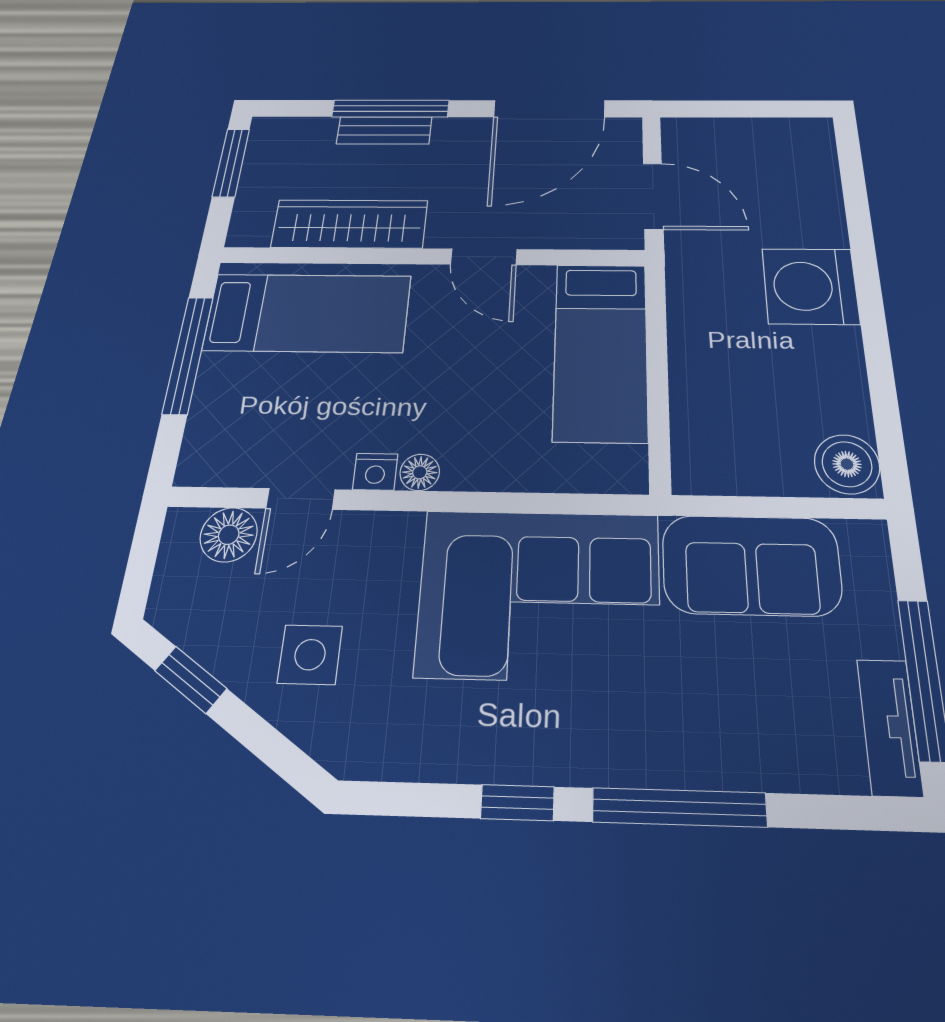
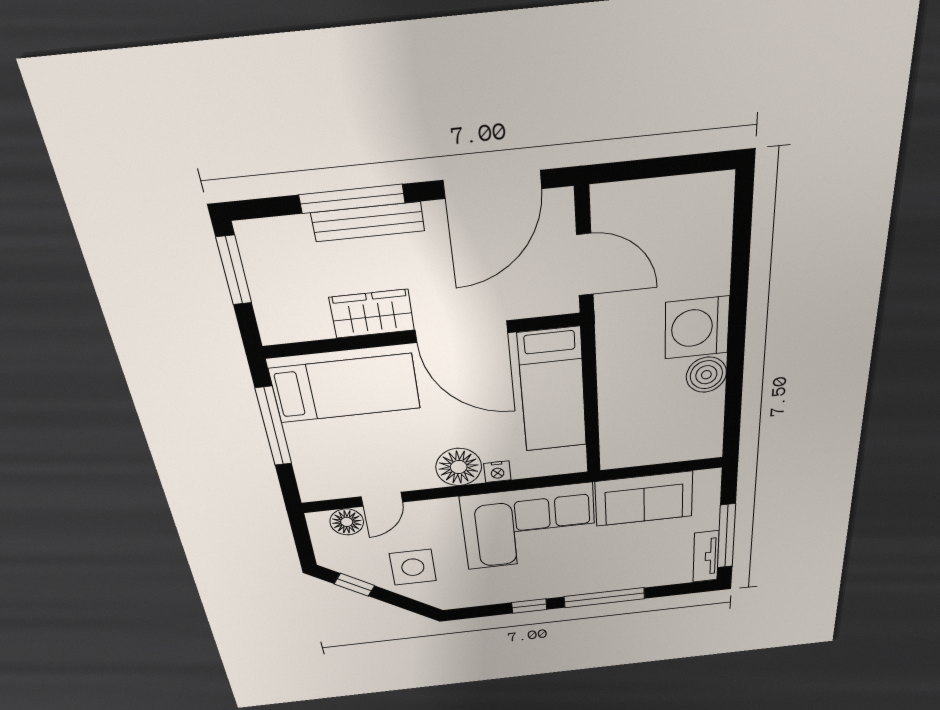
bench: (384, 130) -> (368, 222), width x1.36
wardrobe: (350, 224) -> (372, 314), width x0.67
door: (484, 257) -> (462, 332), width x1.87
boiler: (847, 464) -> (706, 375), moved
nightstand: (375, 472) -> (497, 472), moved
floor lamp: (420, 472) -> (459, 467), width x1.89, depth x1.89
side table: (310, 655) -> (413, 567), width x1.37, depth x1.37

